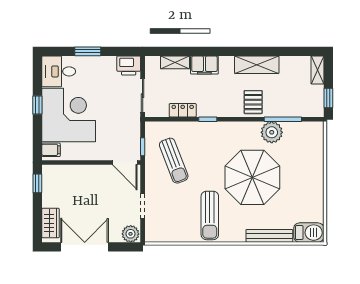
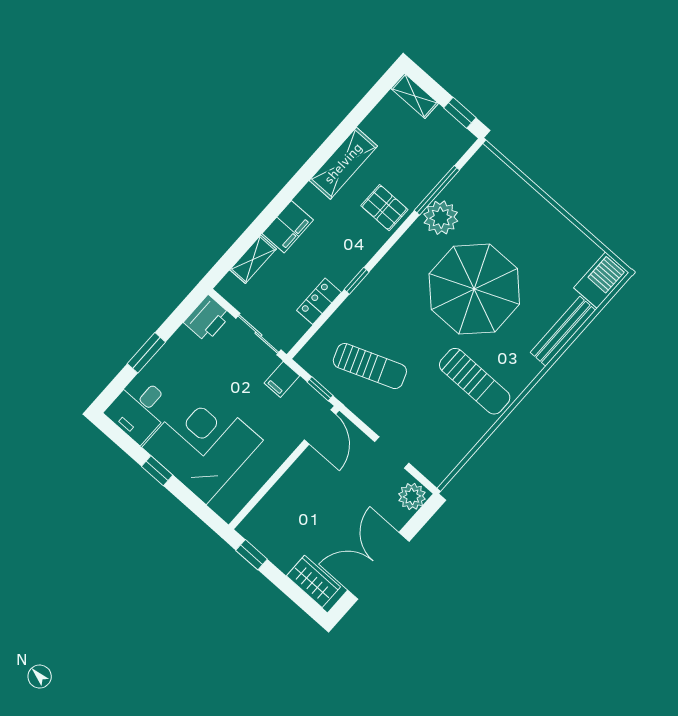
filing cabinet: (51, 150) -> (282, 379), moved, turned 180
door: (125, 163) -> (320, 427), hinge flipped

